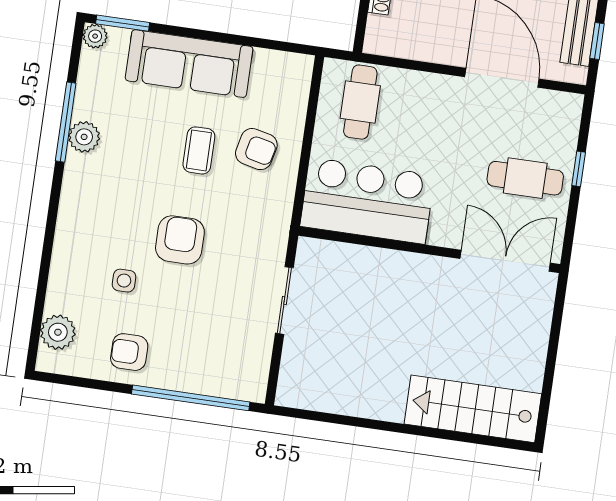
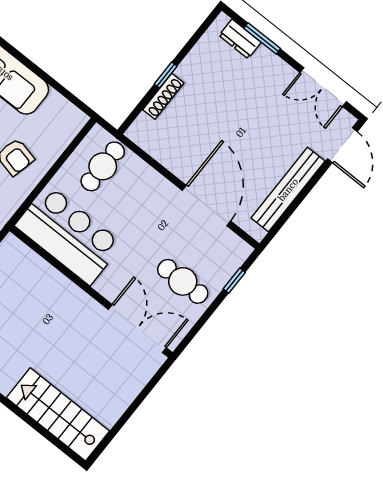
window: (597, 41) -> (284, 218), removed
window: (579, 169) -> (234, 281), moved

